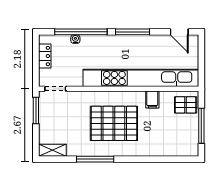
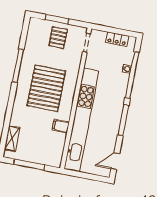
pallet: (186, 105) -> (58, 38), moved
window: (36, 110) -> (57, 19), moved
shelving: (52, 150) -> (12, 139), moved

